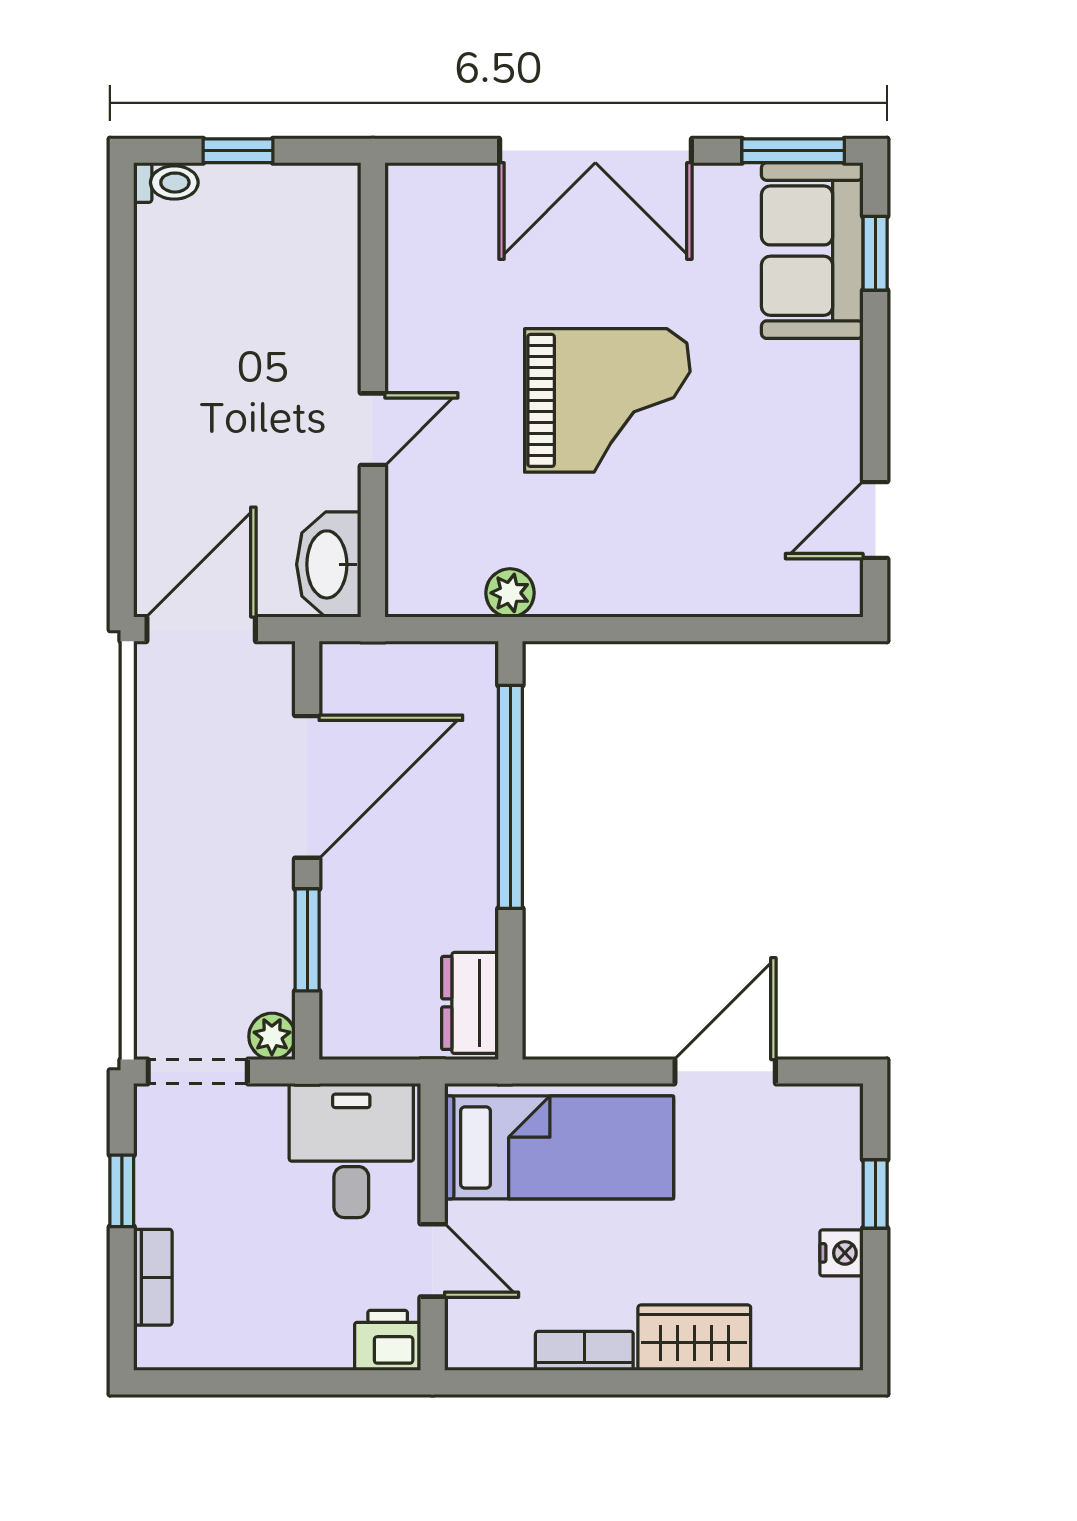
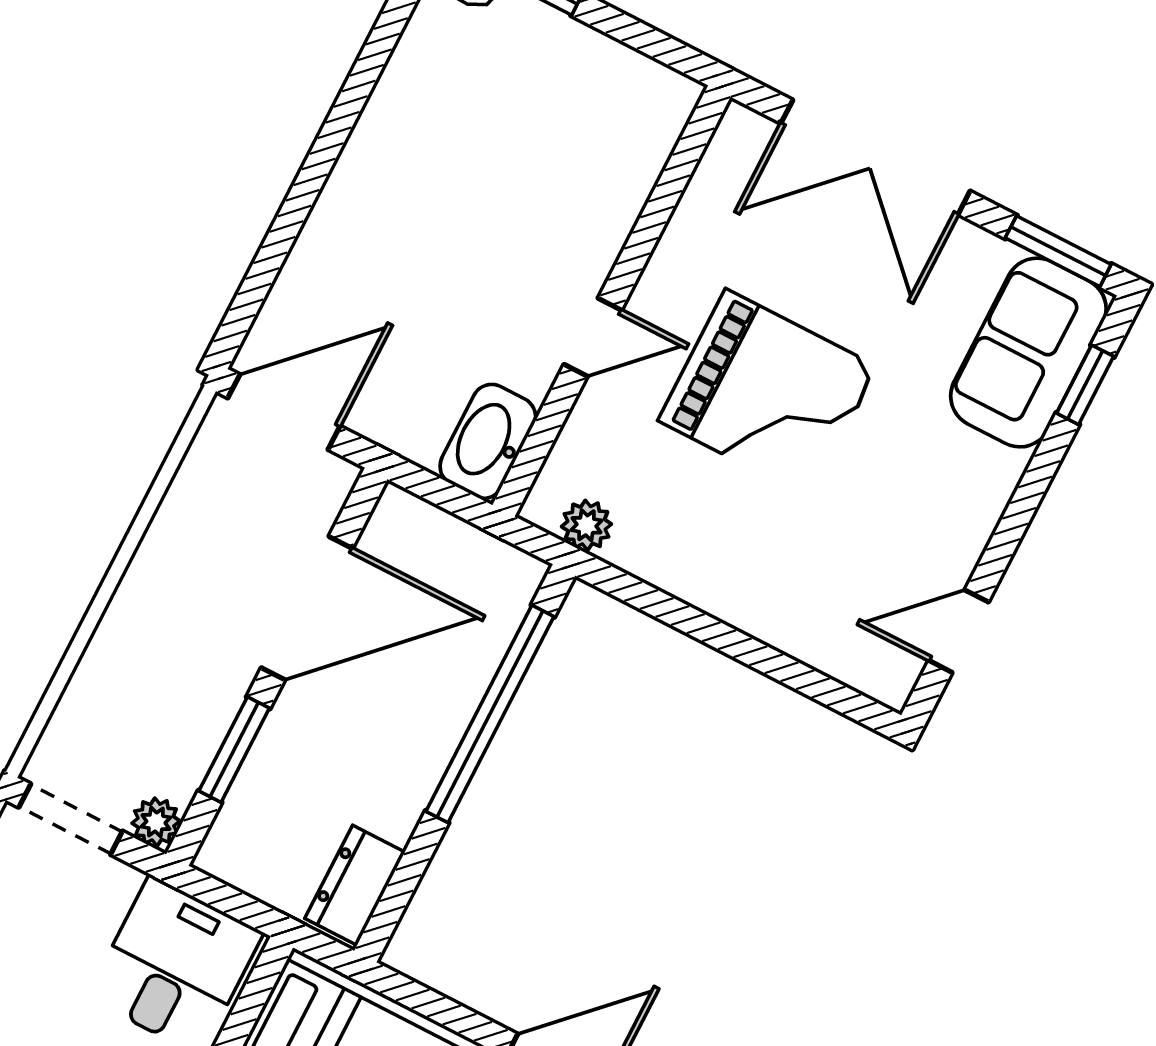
wall: (373, 390) -> (611, 301), moved
door: (373, 429) -> (593, 337), moved
washbasin: (329, 564) -> (488, 441), moved

